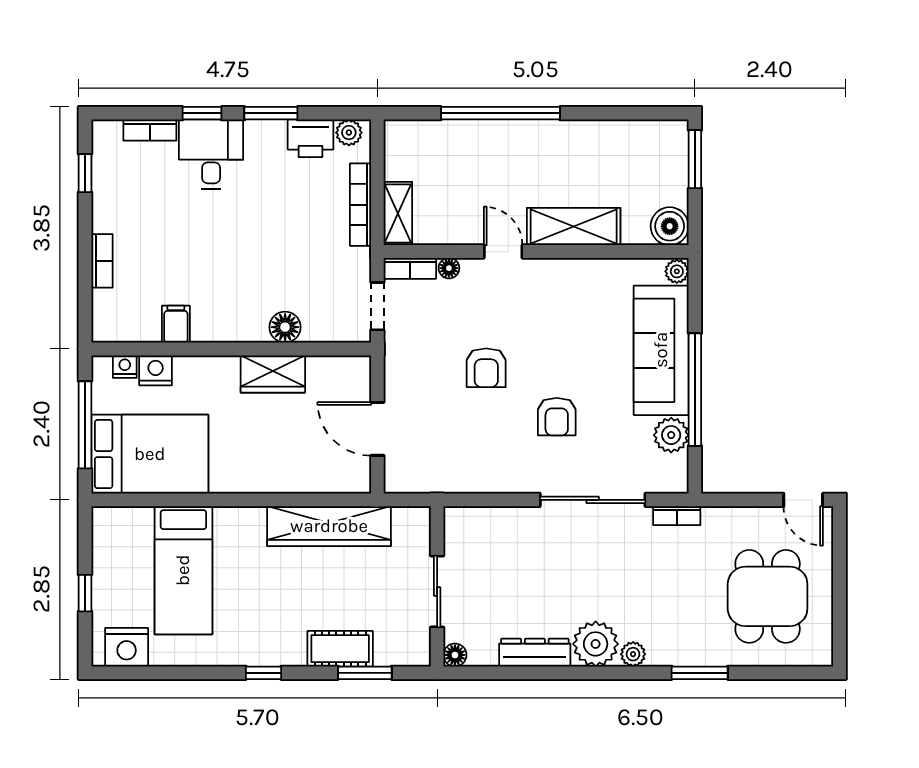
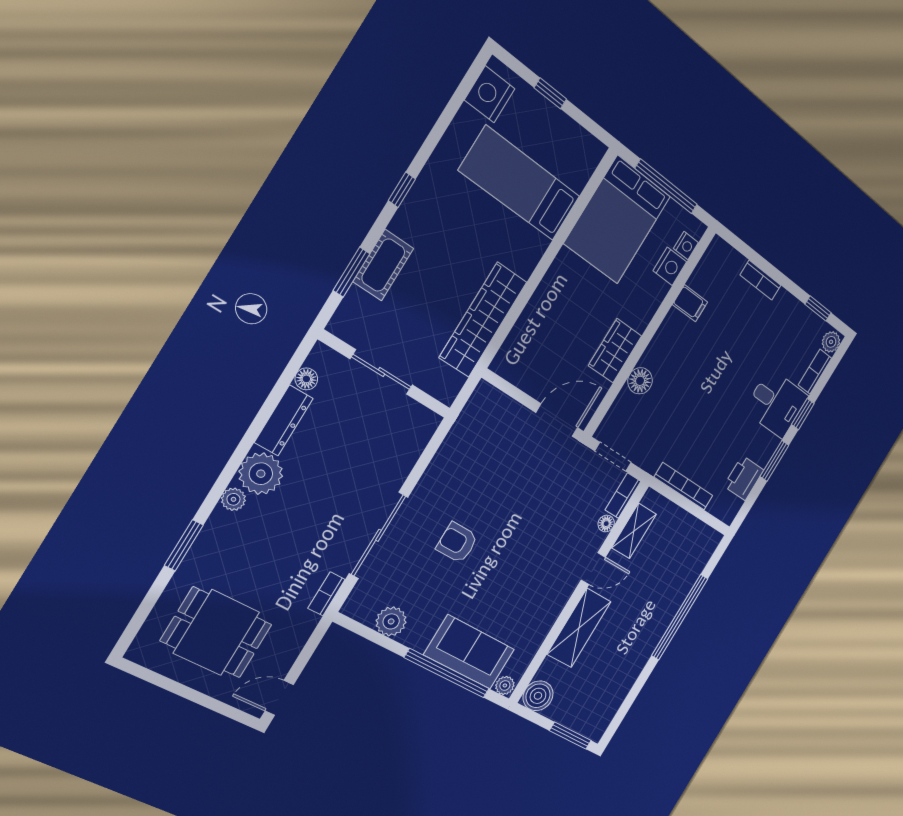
plant: (349, 133) -> (831, 342), moved
shelving: (398, 214) -> (634, 531), moved, turned 90
sofa: (661, 350) -> (469, 652), width x0.73
armchair: (486, 368) -> (524, 510), removed
window: (695, 390) -> (447, 673), moved
door: (377, 429) -> (557, 420), moved
floor lamp: (455, 655) -> (306, 379), moved

